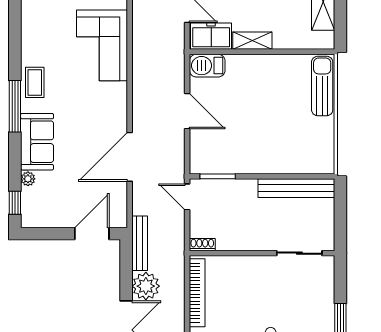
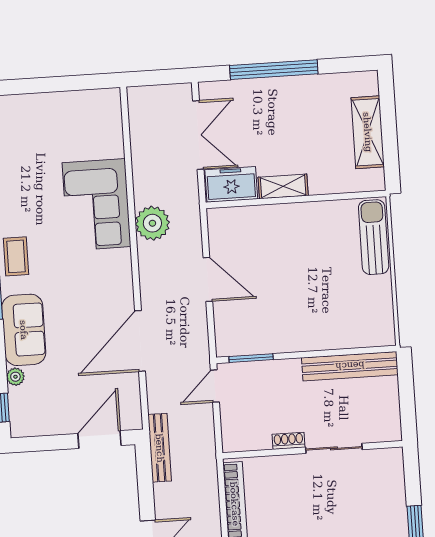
barbecue: (207, 66) -> (229, 221), removed
door: (187, 197) -> (215, 386), hinge flipped
shoe rack: (202, 245) -> (288, 441), moved
sliding door: (299, 253) -> (334, 448), moved
plant: (146, 286) -> (152, 223), moved

